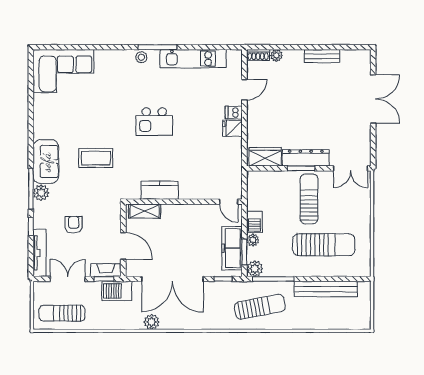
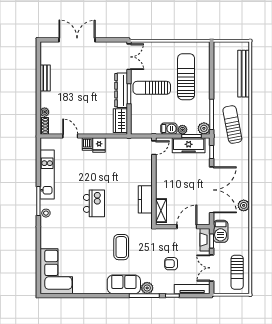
bench: (326, 289) -> (244, 74), moved

